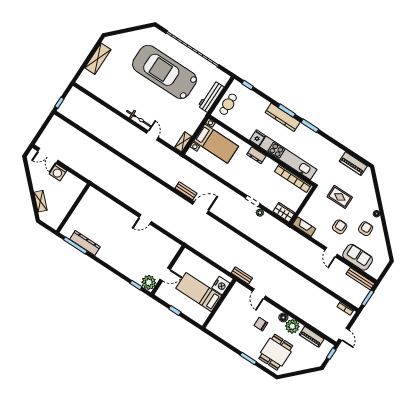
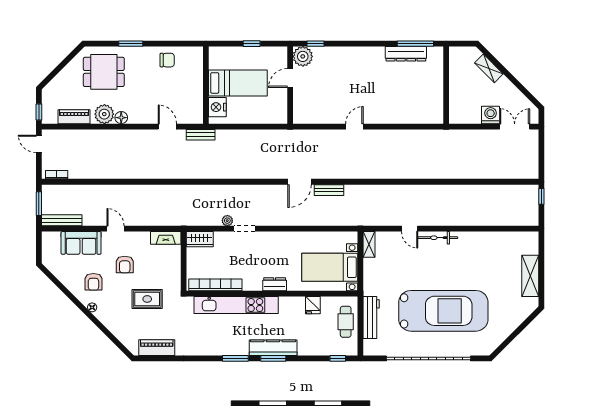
fridge: (258, 138) -> (313, 305), moved
chair: (261, 324) -> (167, 60), moved
dining table: (276, 352) -> (104, 72), turned 90

